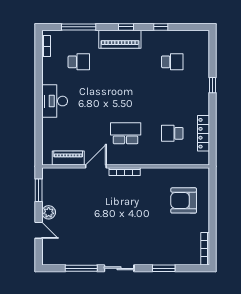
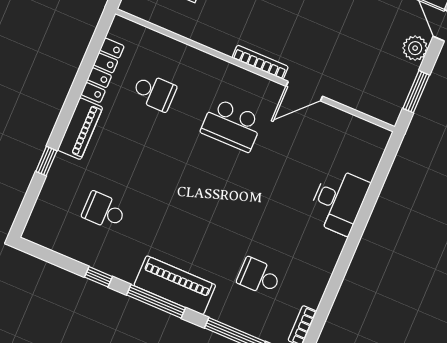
window: (126, 27) -> (156, 301), width x2.17
window: (212, 85) -> (46, 161), moved
desk: (55, 101) -> (338, 201), moved
piano: (68, 158) -> (80, 129), moved, turned -90

